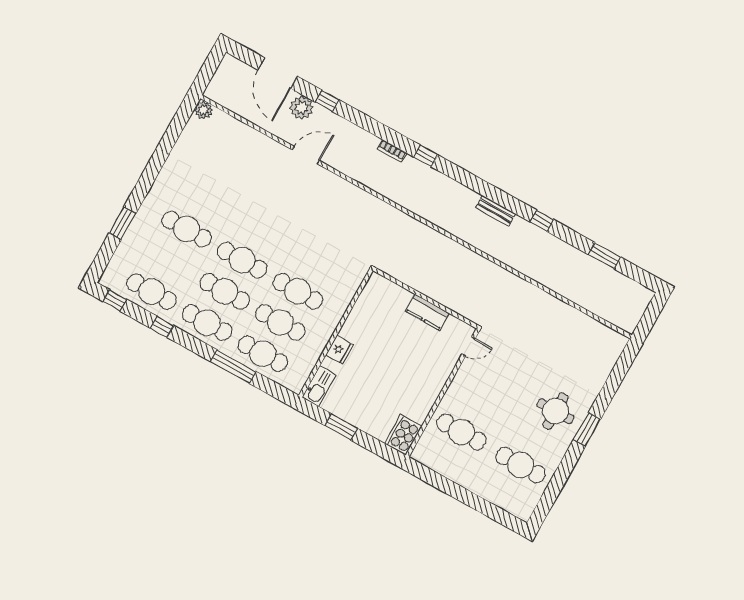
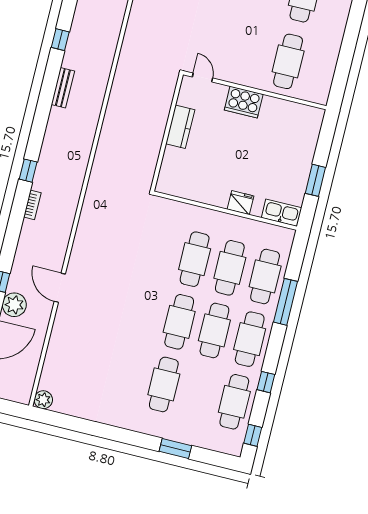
cooker: (403, 435) -> (244, 102), moved

